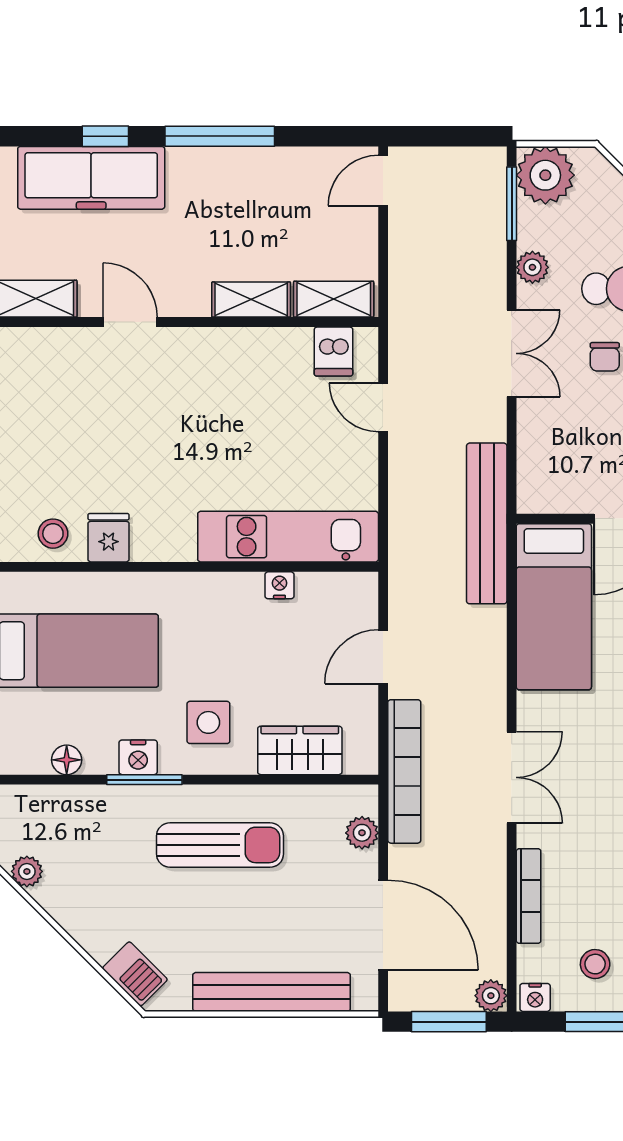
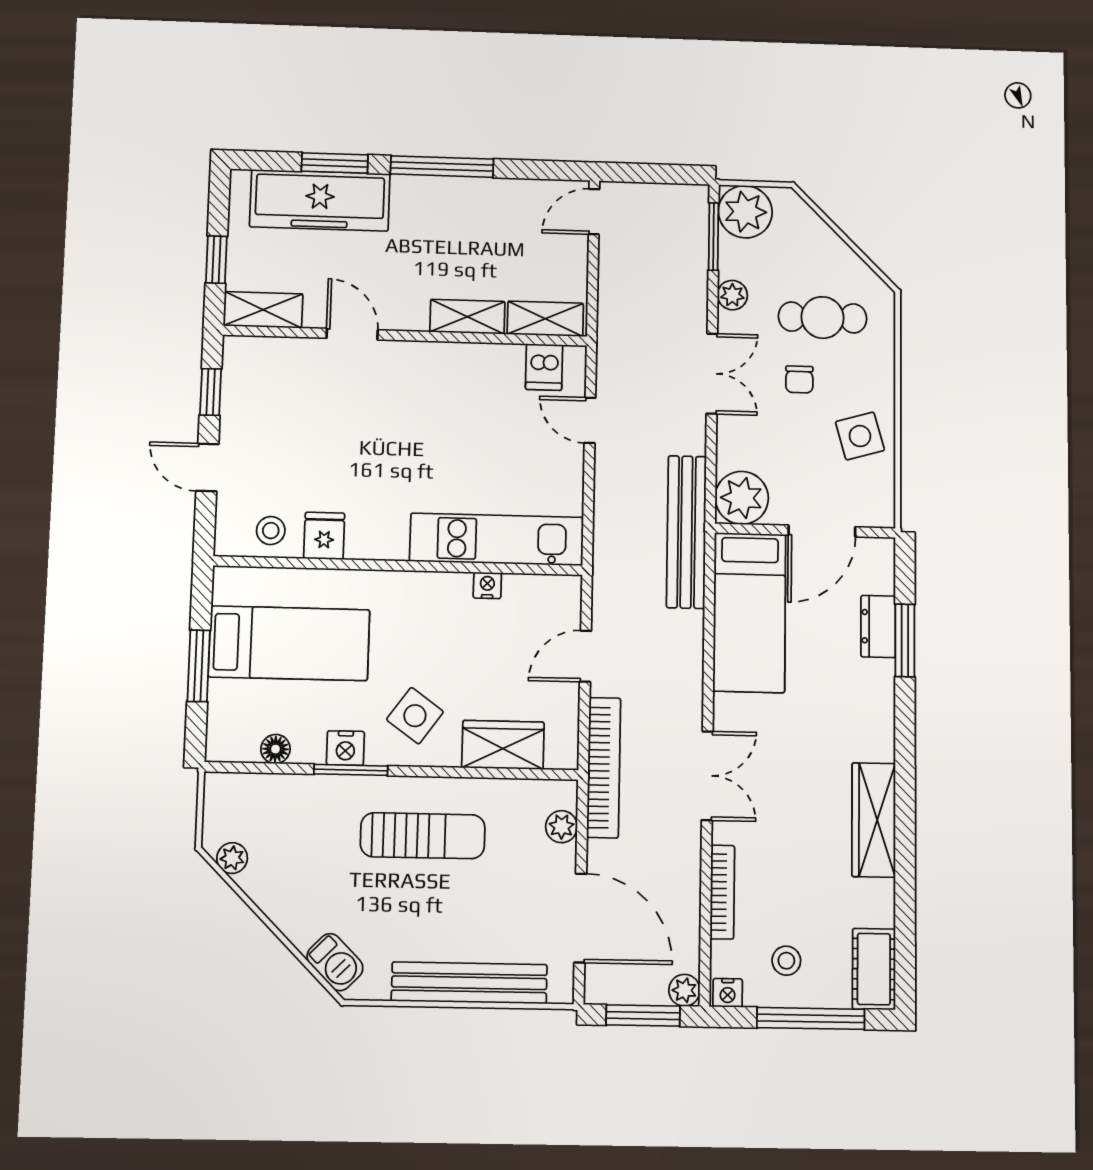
window: (105, 136) -> (335, 163), width x1.50
plant: (545, 486) -> (742, 498), added
side table: (208, 722) -> (415, 716), turned 36

